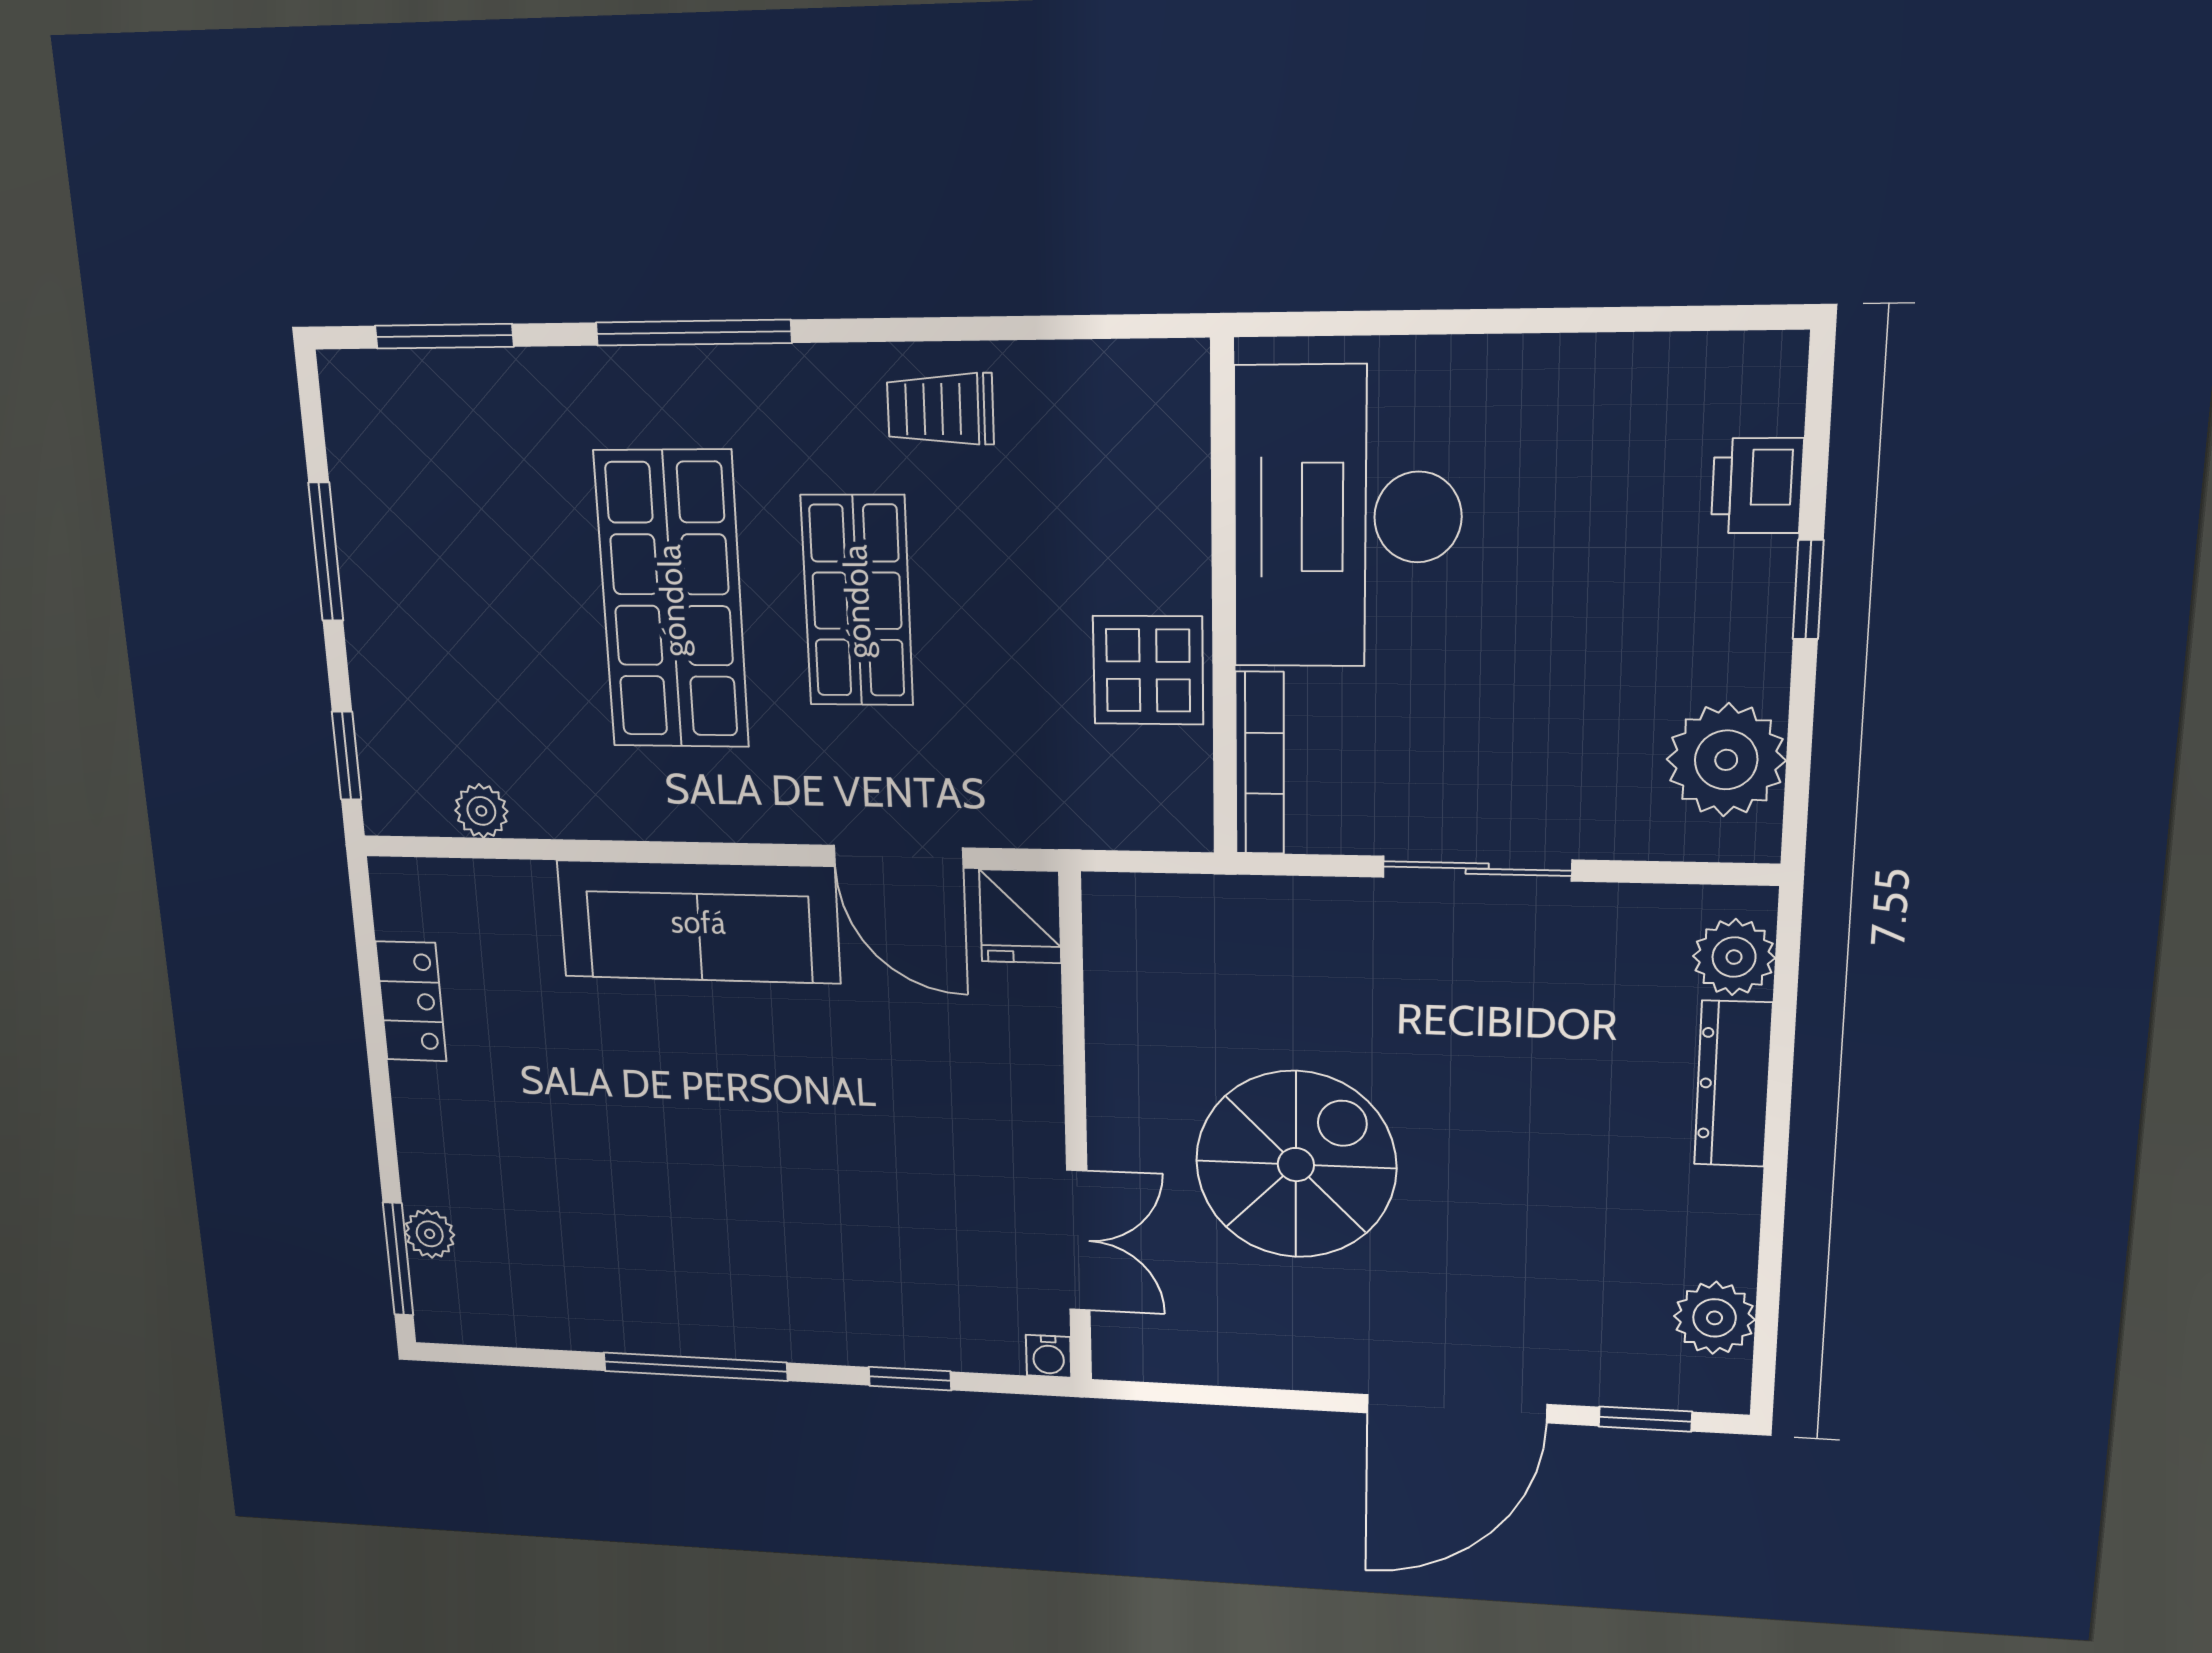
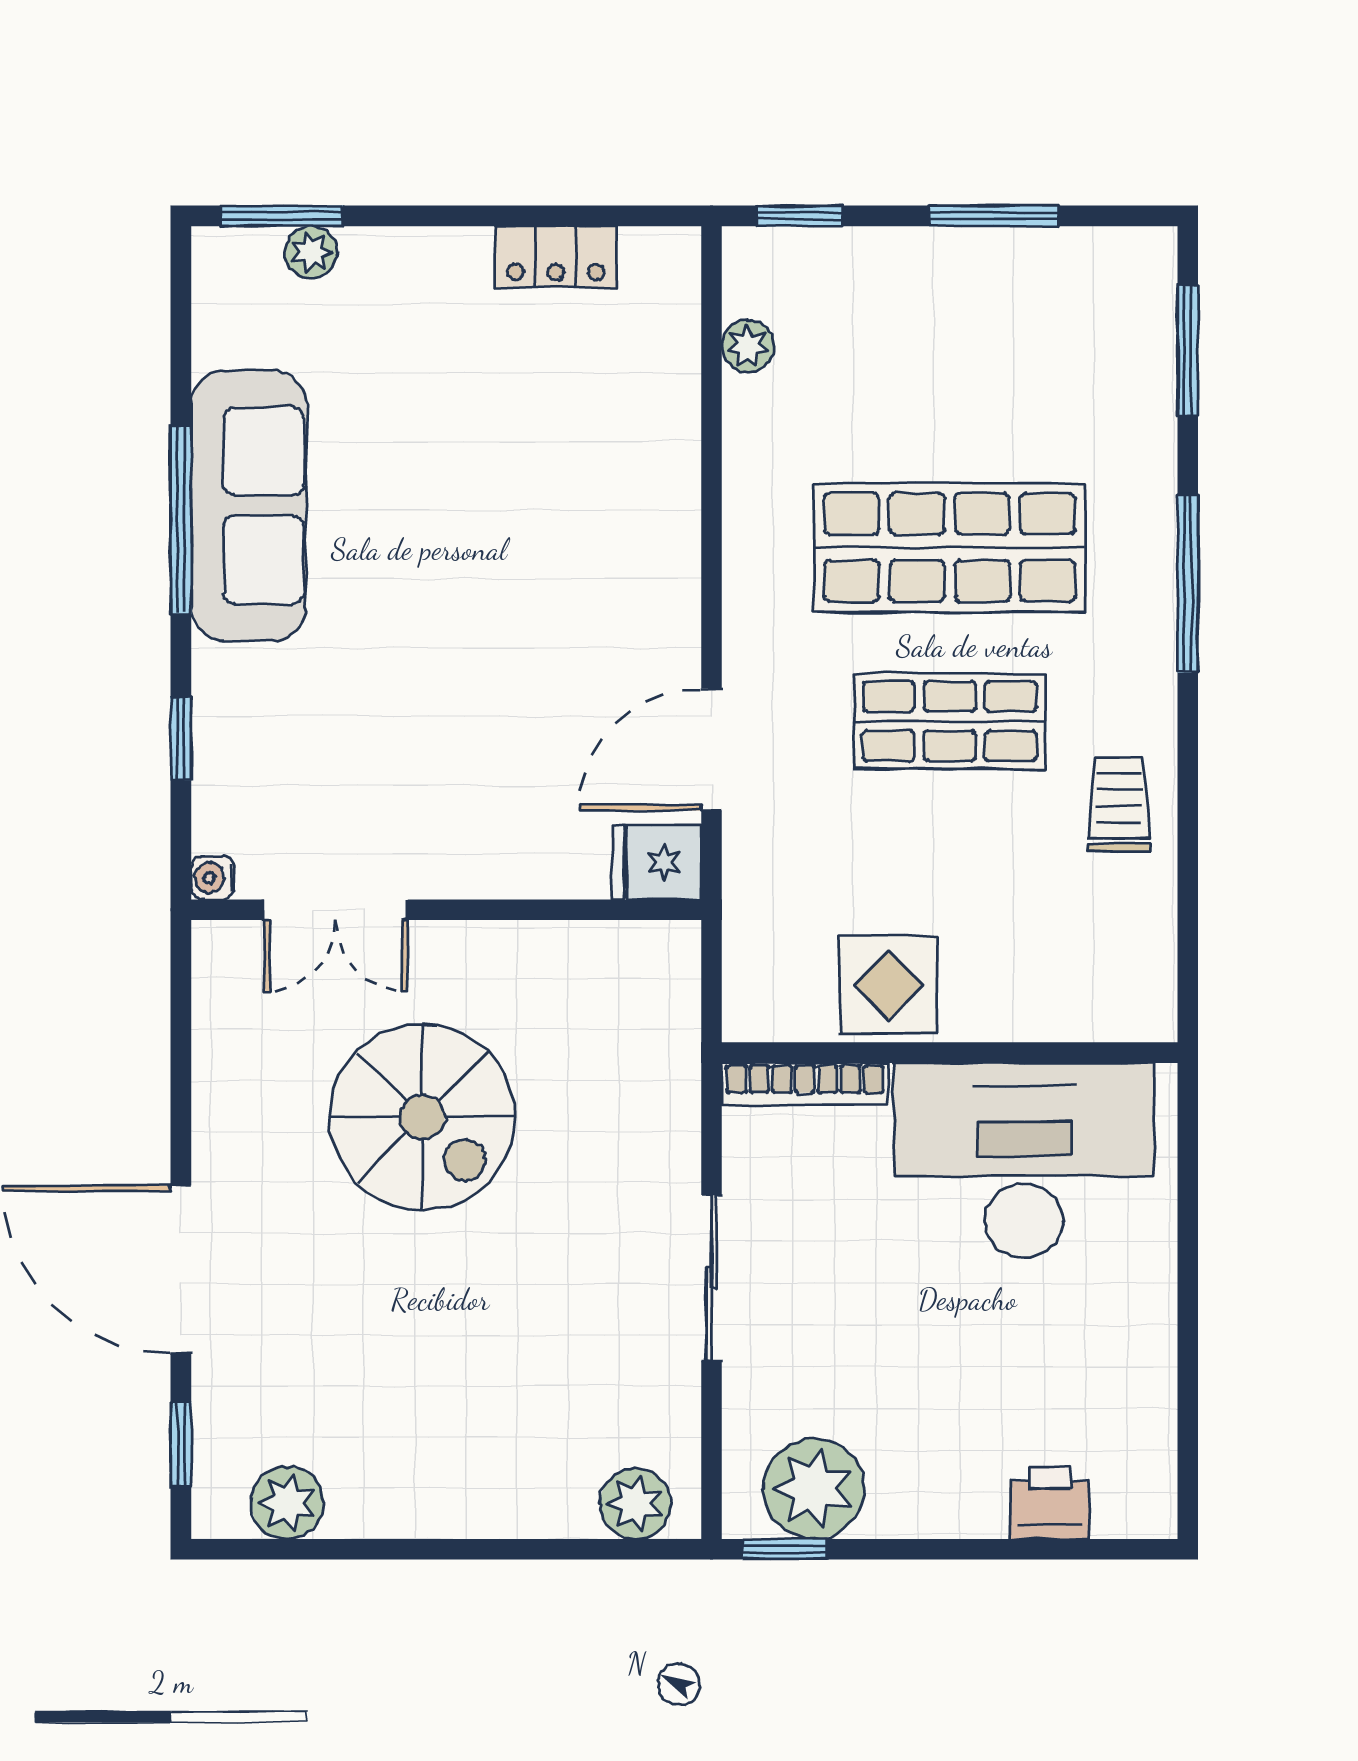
window: (1808, 590) -> (784, 1549), moved
sofa: (698, 922) -> (249, 505), moved, turned 180
dresser: (1733, 1084) -> (517, 1508), removed

